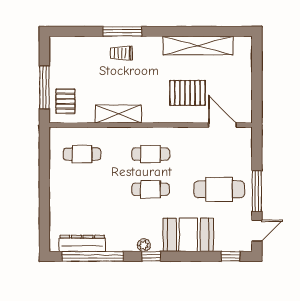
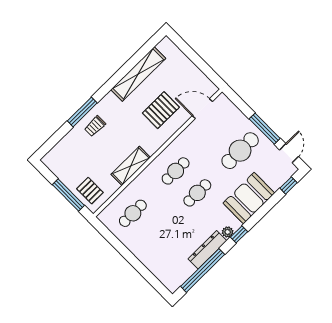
dresser: (82, 243) -> (207, 250), moved

